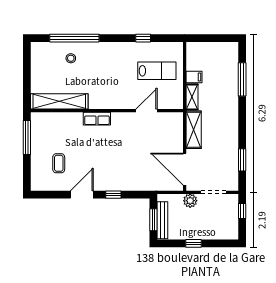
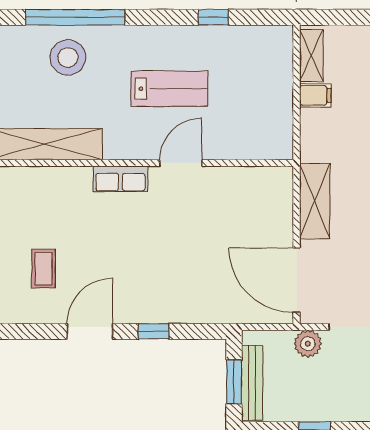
stool: (71, 58) -> (68, 57), width x1.89, depth x1.89
lab bench: (157, 71) -> (169, 89), moved
shelving: (192, 97) -> (311, 56), moved
door: (146, 111) -> (181, 163), moved

